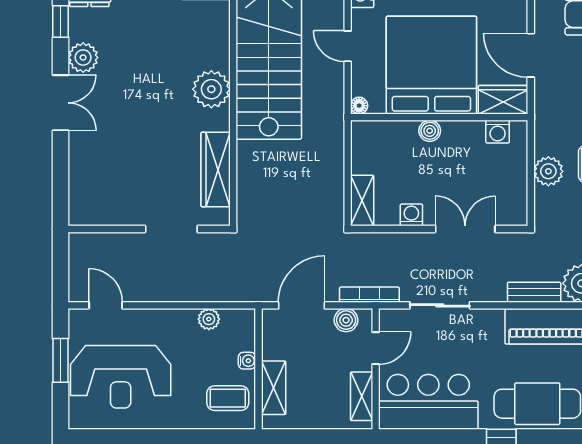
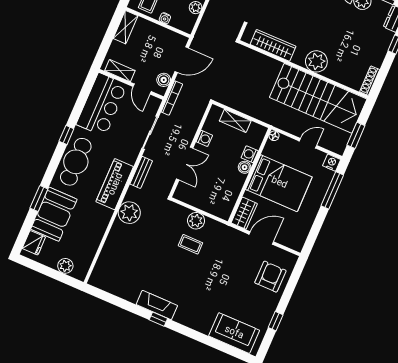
bed: (431, 65) -> (279, 183), width x0.73
washing machine: (498, 132) -> (250, 154), moved
shelving: (362, 201) -> (235, 121), moved
bench: (534, 292) -> (141, 172), moved
door: (302, 305) -> (182, 60), hinge flipped
shelving: (274, 388) -> (125, 27), moved, turned 90

